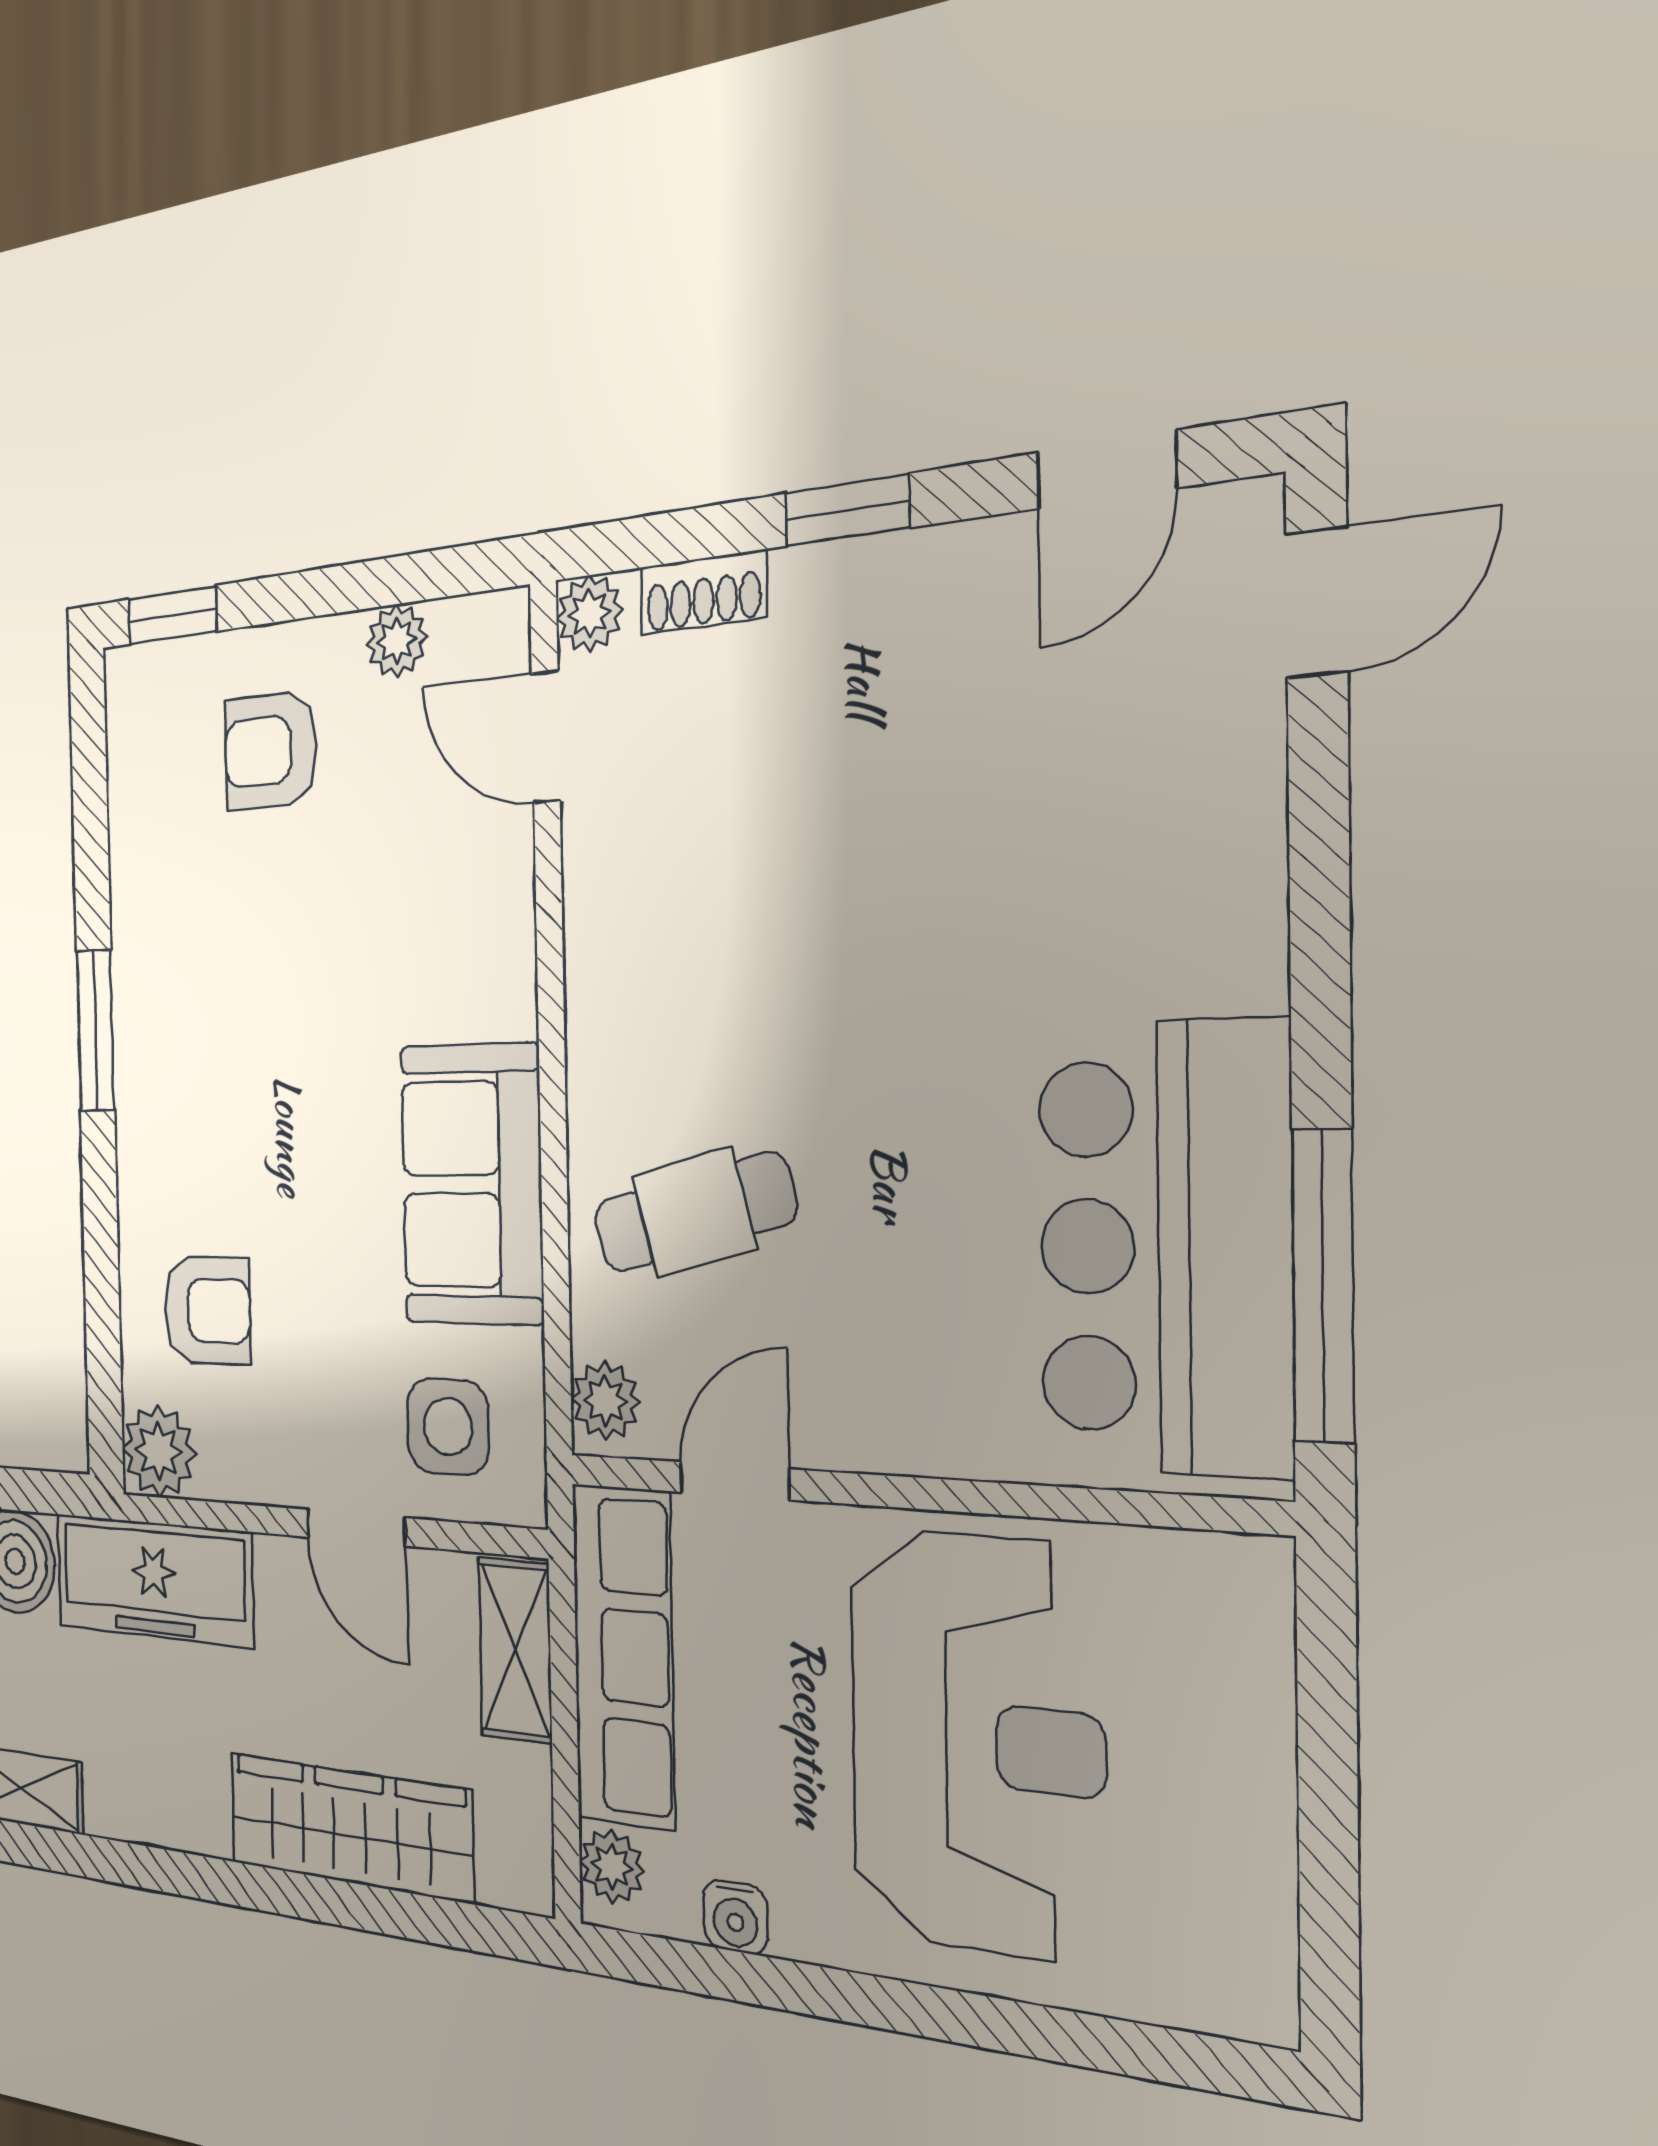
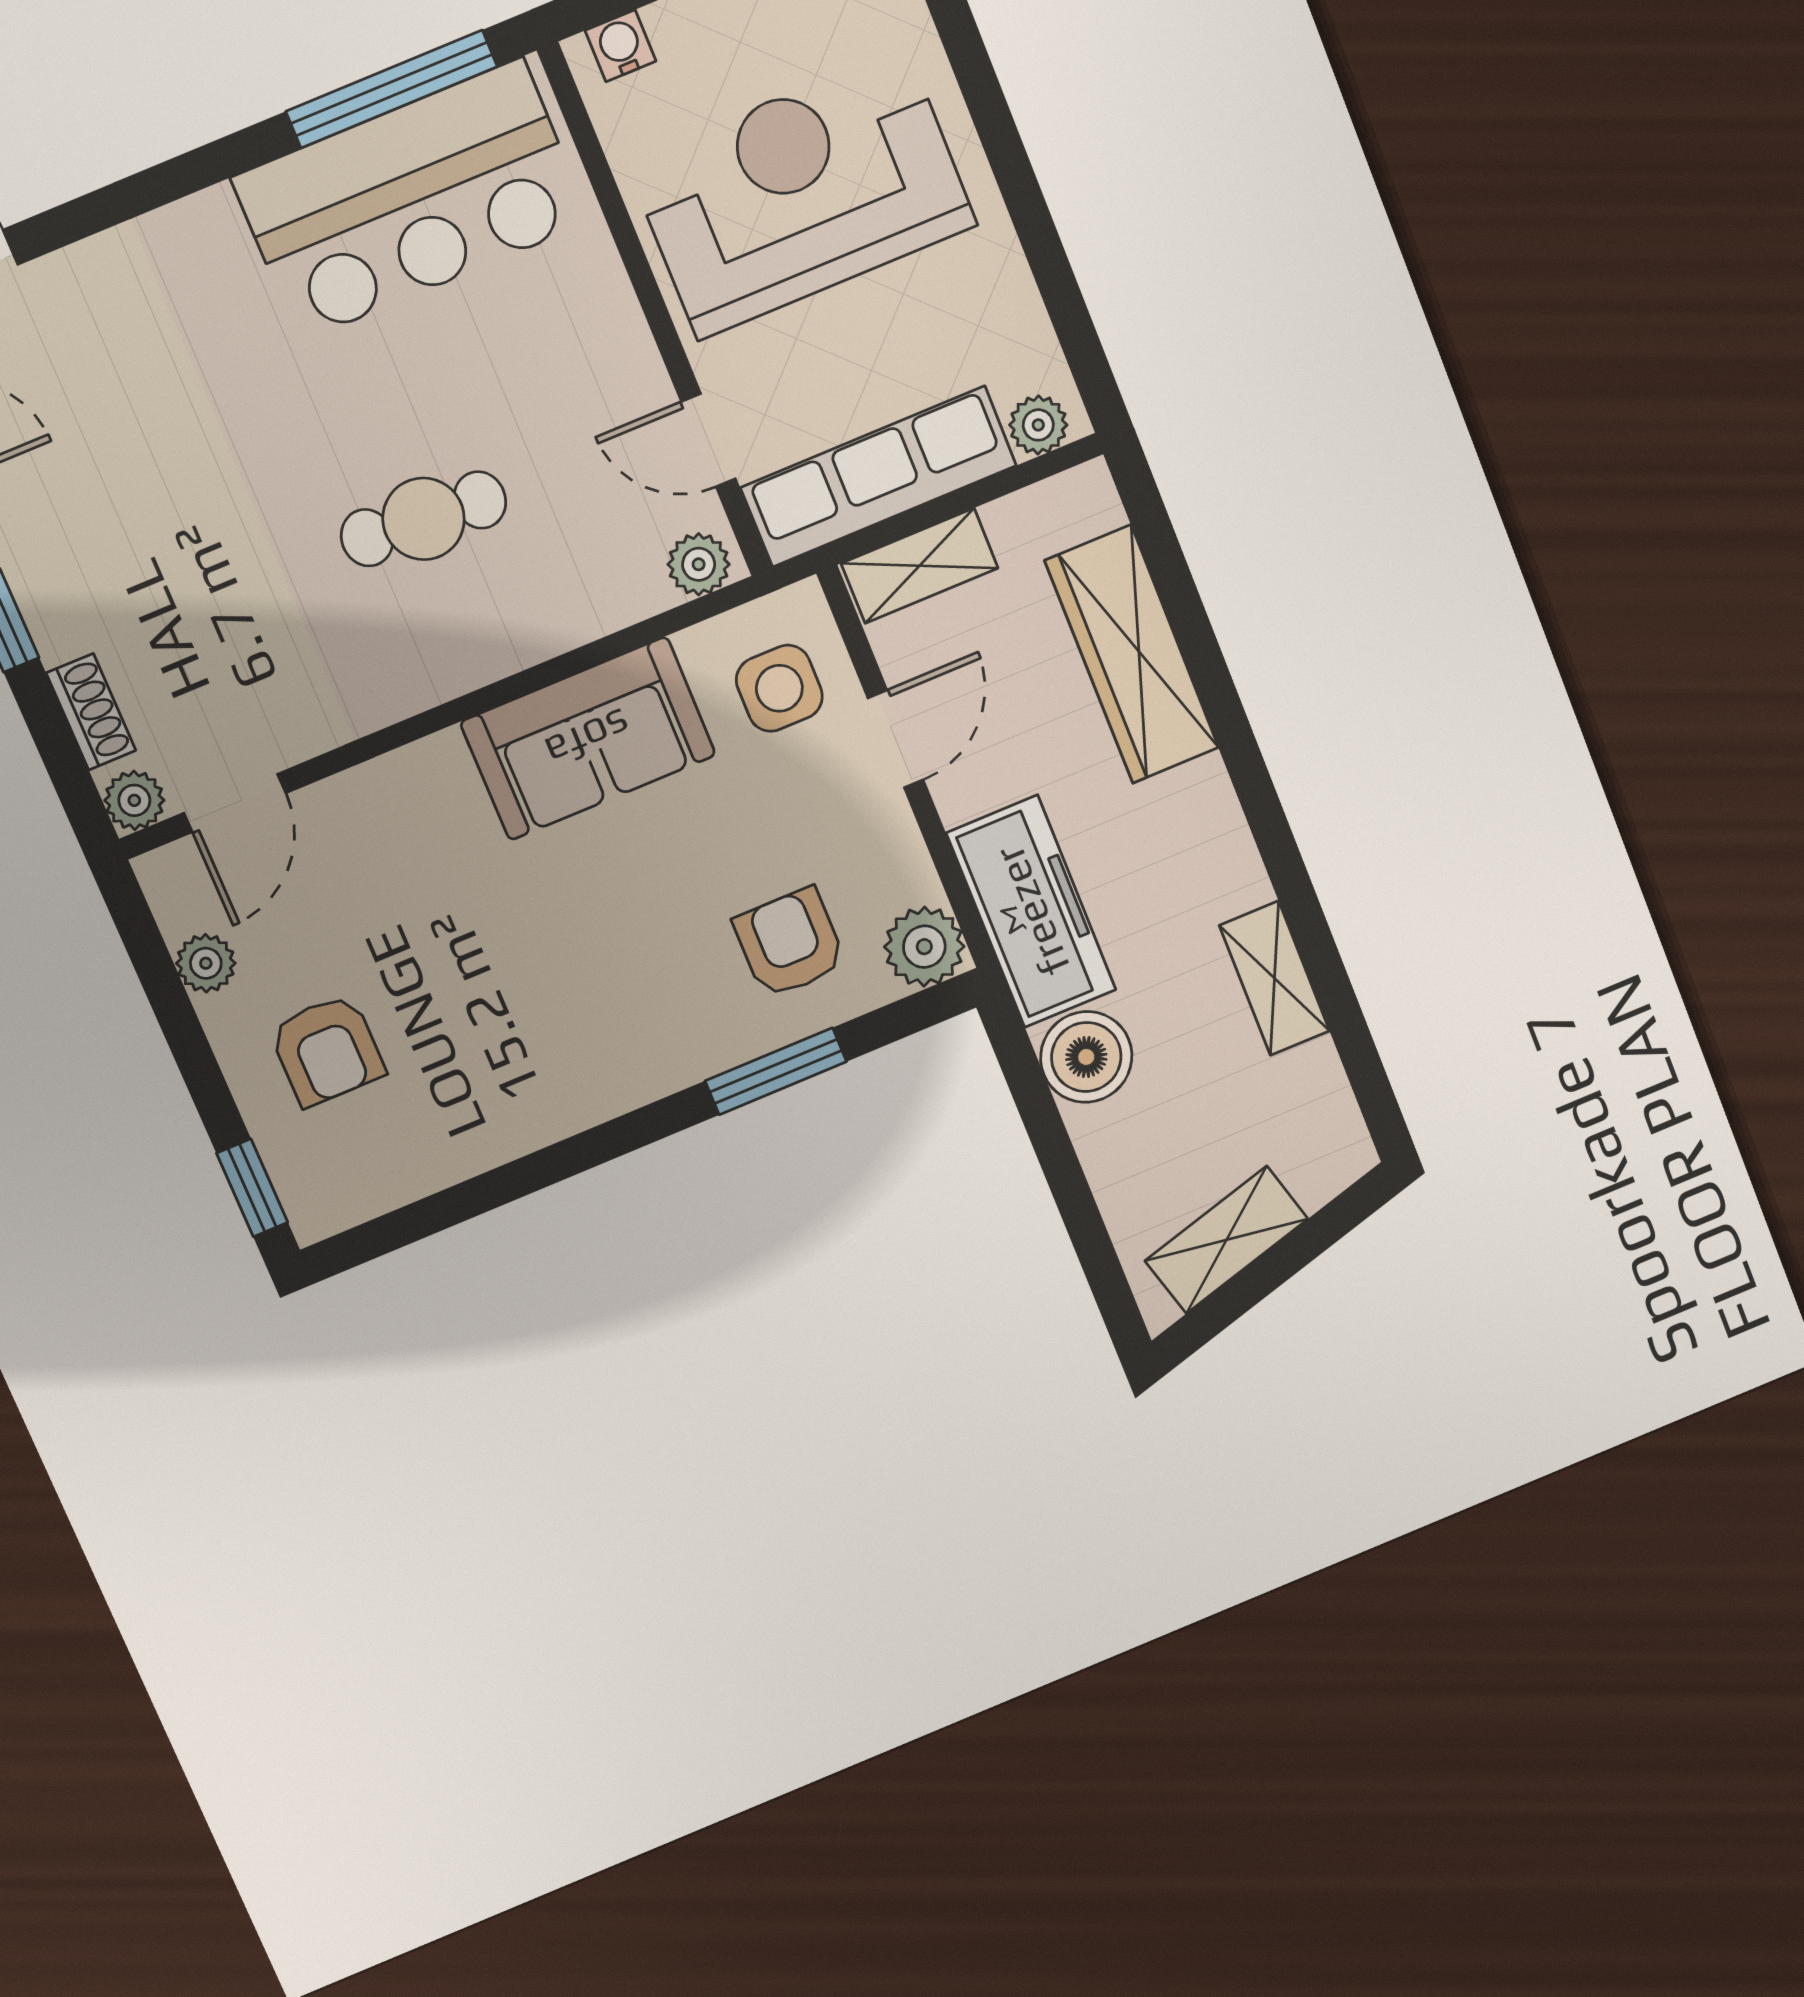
window: (96, 1030) -> (776, 1071), moved
cafe table: (694, 1213) -> (423, 519), moved, turned -71
water cooler: (735, 1917) -> (621, 46), moved, turned -90

